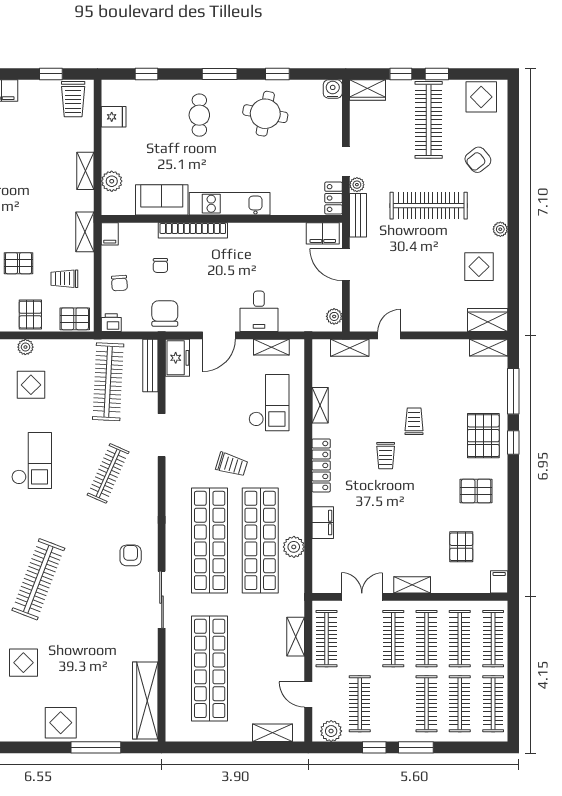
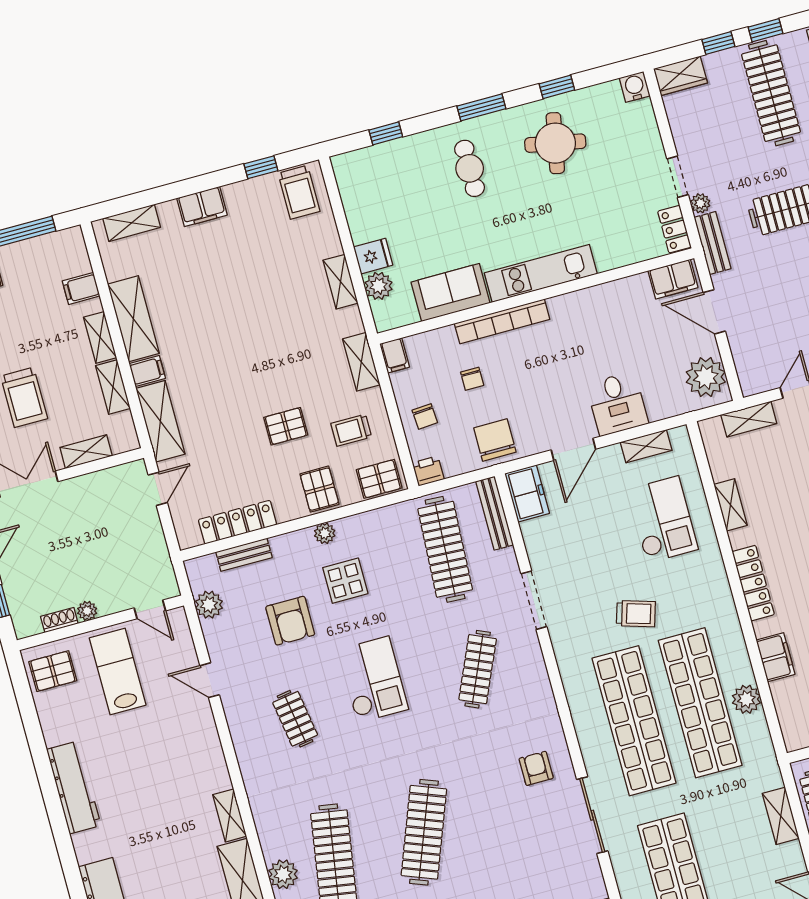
fridge: (114, 117) -> (373, 256), moved
plant: (334, 316) -> (706, 377), width x1.88, depth x1.88

